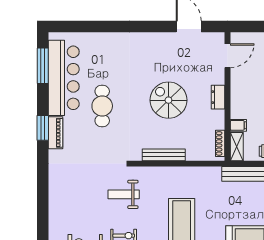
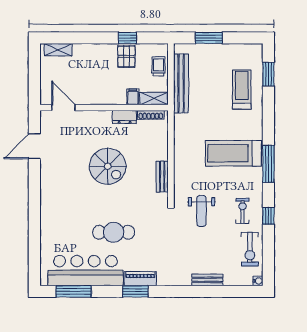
dresser: (218, 97) -> (125, 117), moved
spiral stairs: (168, 100) -> (108, 166), turned -90
bench: (164, 155) -> (162, 177), width x0.73
bench: (54, 200) -> (207, 280), added

